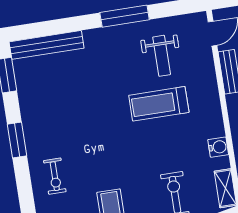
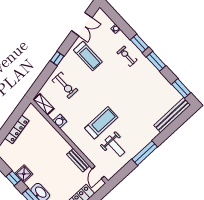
weight bench: (162, 56) -> (115, 146), turned 180
window: (24, 183) -> (139, 43), added

